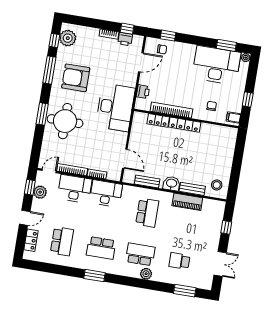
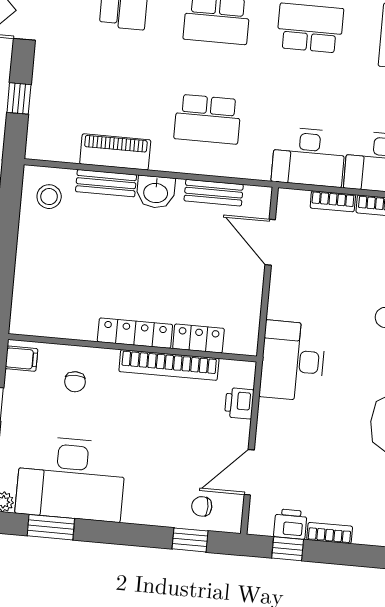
desk: (115, 107) -> (293, 361), width x0.73, depth x0.77
school desk: (147, 213) -> (208, 119), turned -90

